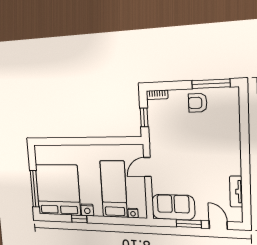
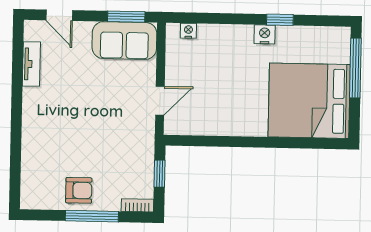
window: (211, 84) -> (92, 216), moved
bed: (114, 189) -> (217, 68), removed
bed: (58, 190) -> (309, 101), moved, turned 90
window: (189, 224) -> (126, 17), moved

